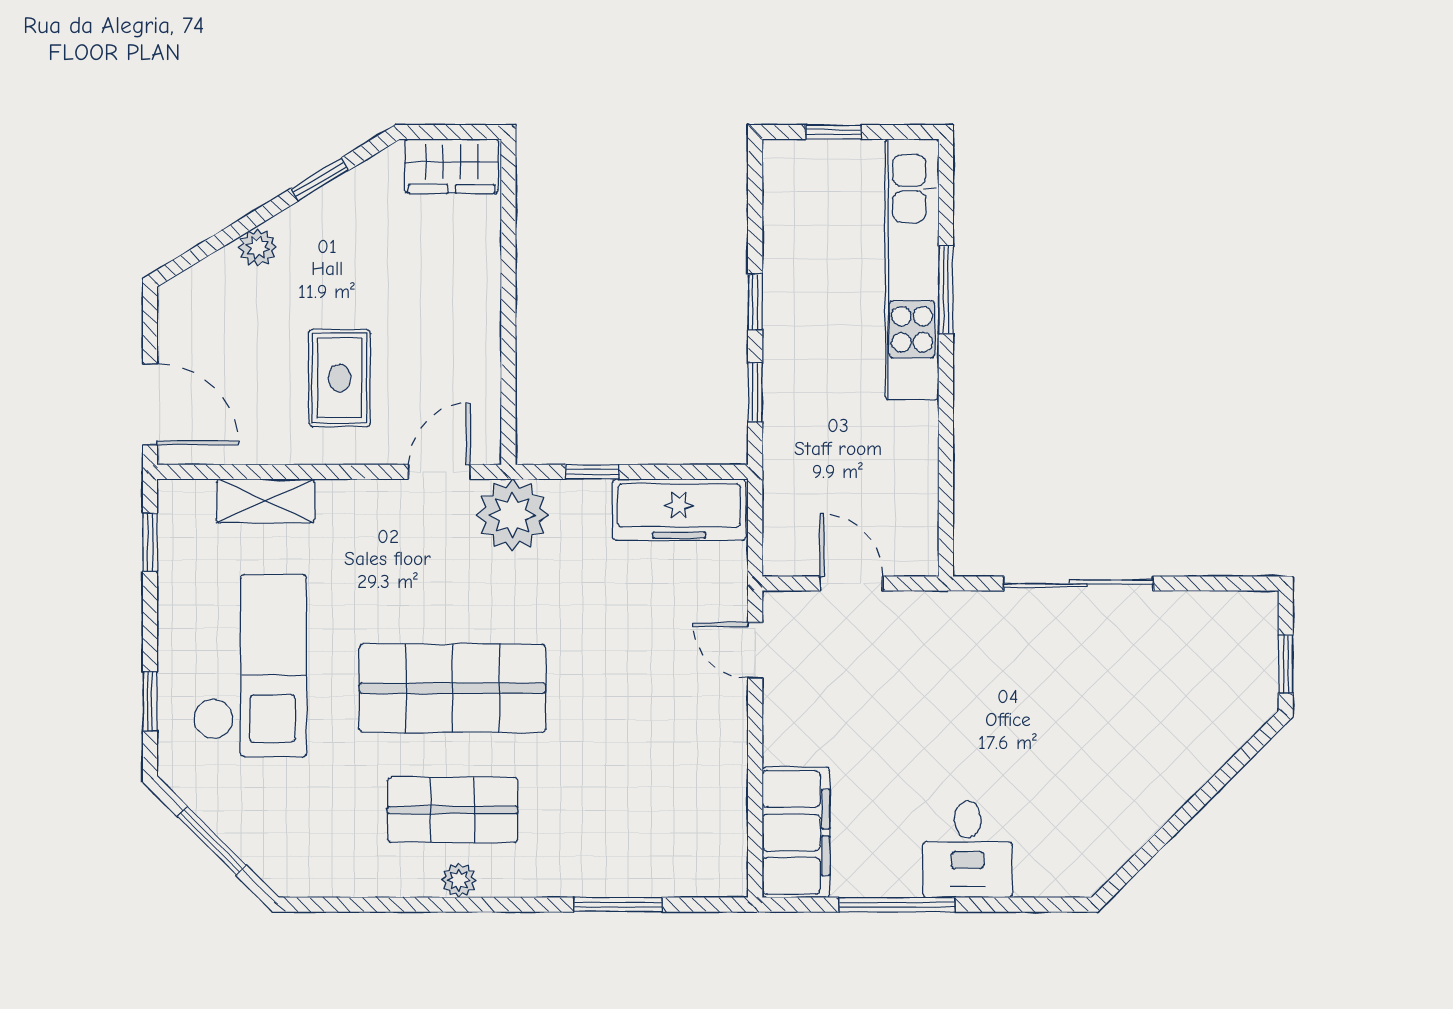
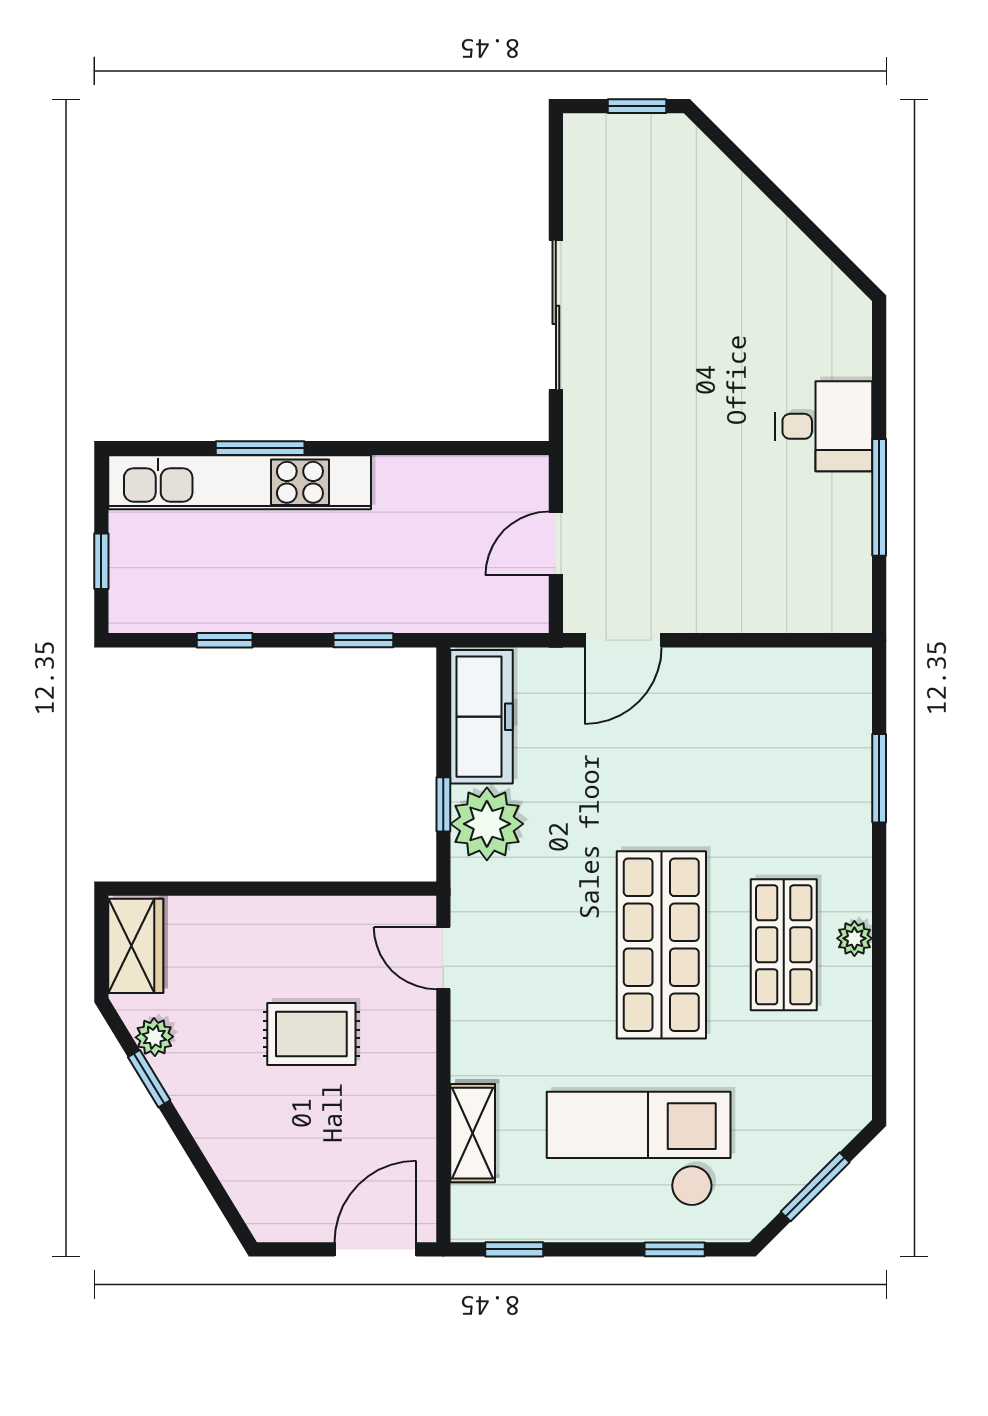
plant: (258, 247) -> (154, 1037), moved
window: (755, 302) -> (225, 640), moved
rug: (340, 378) -> (311, 1034), moved
plant: (512, 515) -> (487, 824), moved
door: (755, 650) -> (623, 640), width x1.38
filing cabinet: (796, 832) -> (806, 599), removed

